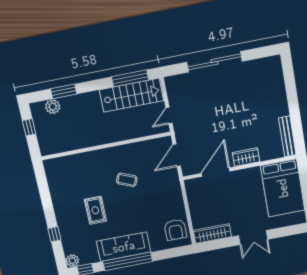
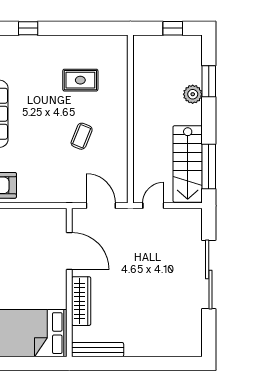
plant: (53, 107) -> (193, 94), moved
door: (169, 116) -> (153, 206), hinge flipped
wardrobe: (246, 157) -> (81, 301), width x1.50
rug: (95, 210) -> (80, 80), moved

